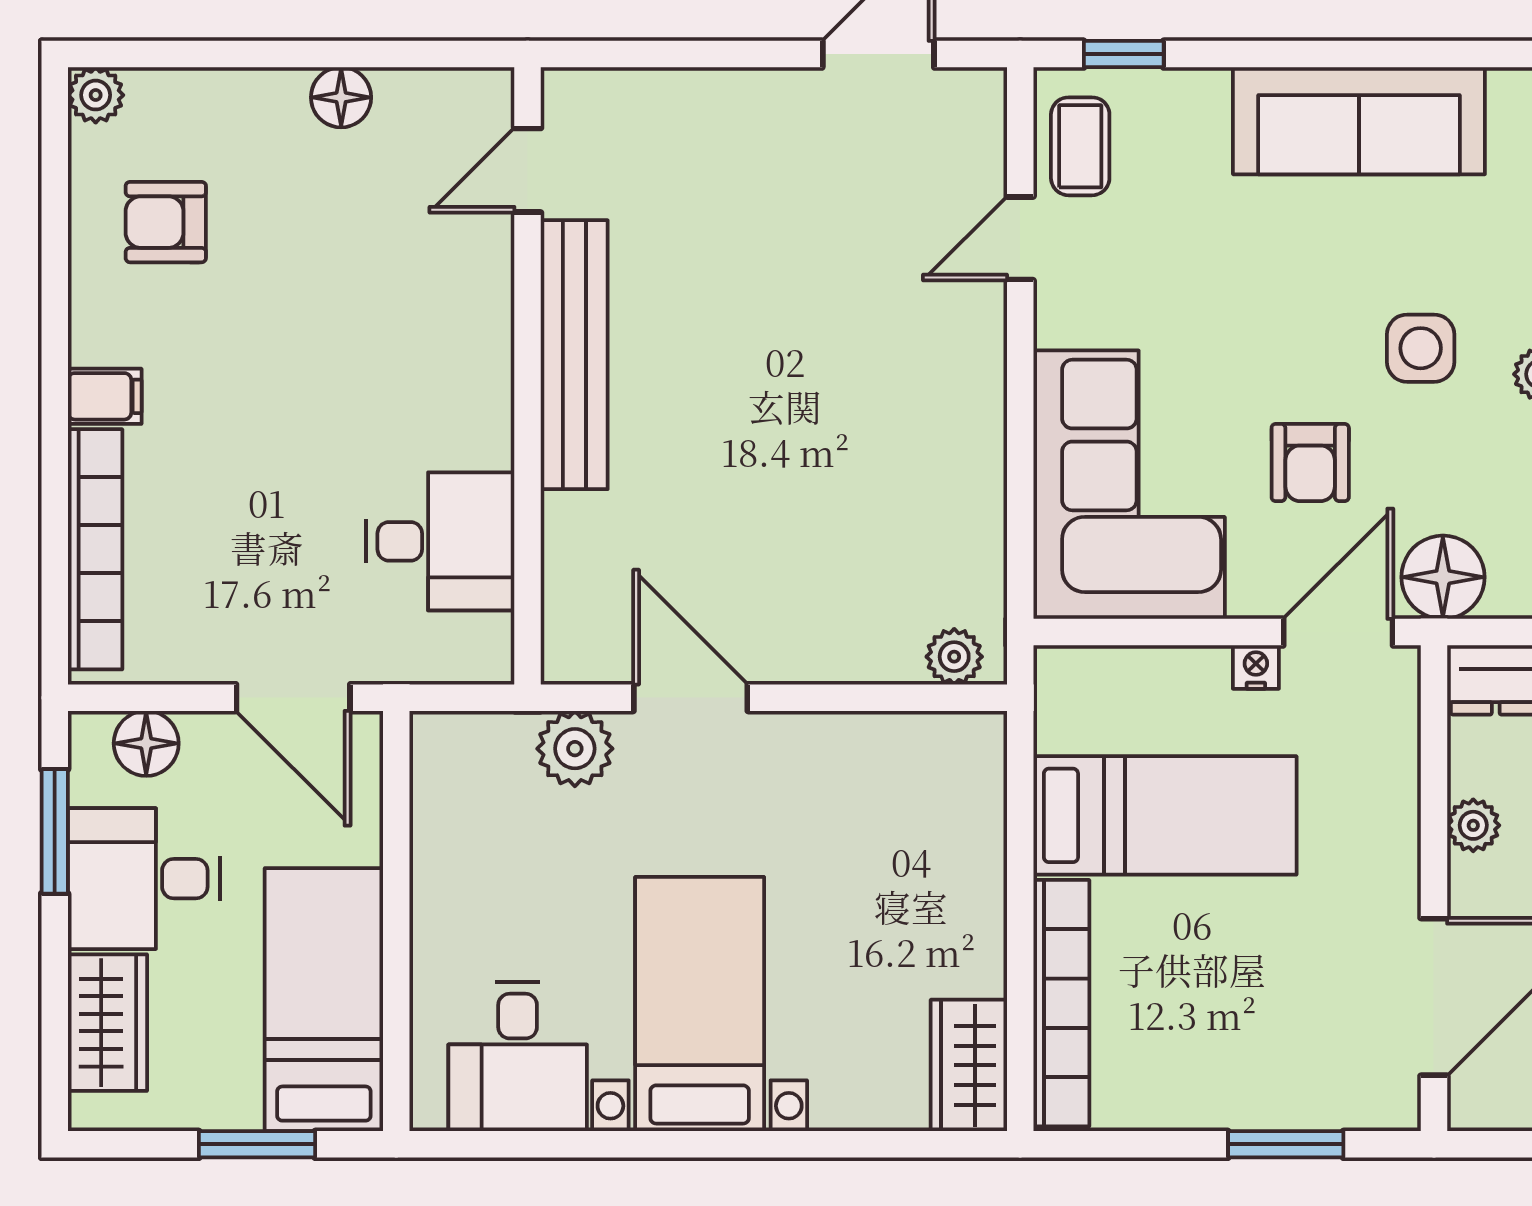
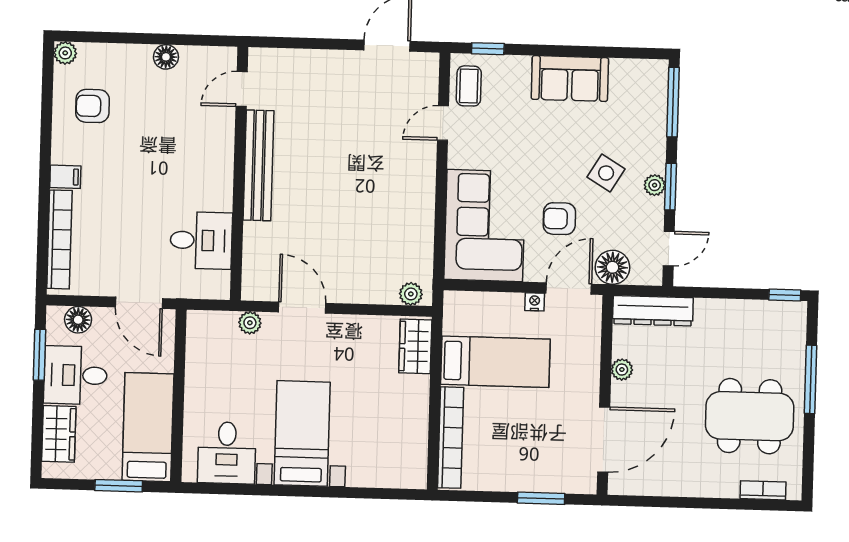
sofa: (1359, 121) -> (570, 78), width x0.73
side table: (1421, 348) -> (606, 173), turned 31
armchair: (1310, 463) -> (559, 219), turned 90
plant: (575, 749) -> (250, 323), width x0.73, depth x0.73
wardrobe: (969, 1065) -> (415, 346), moved

